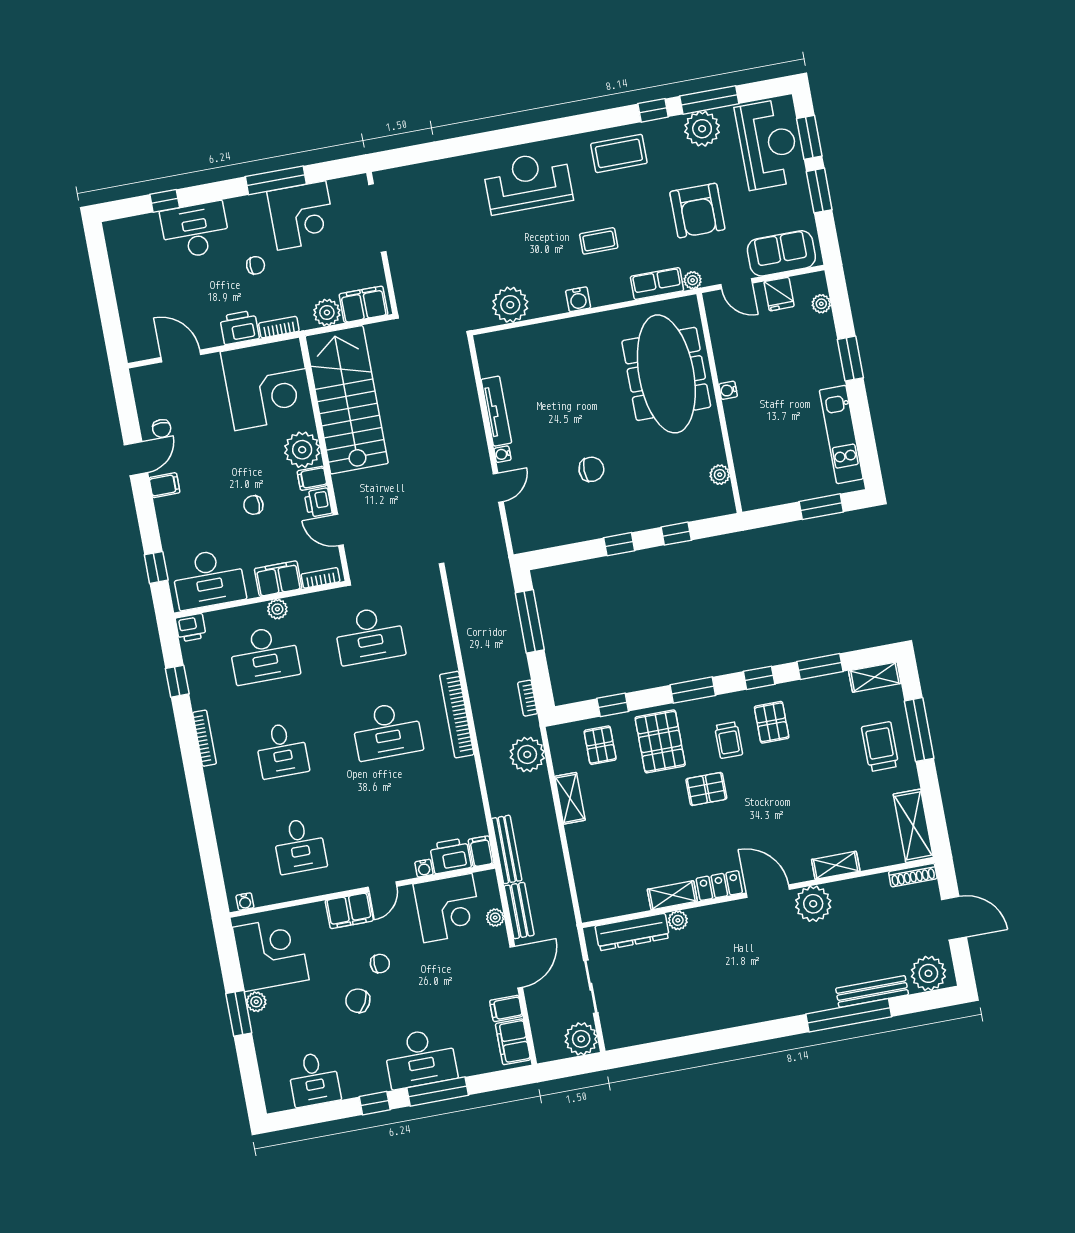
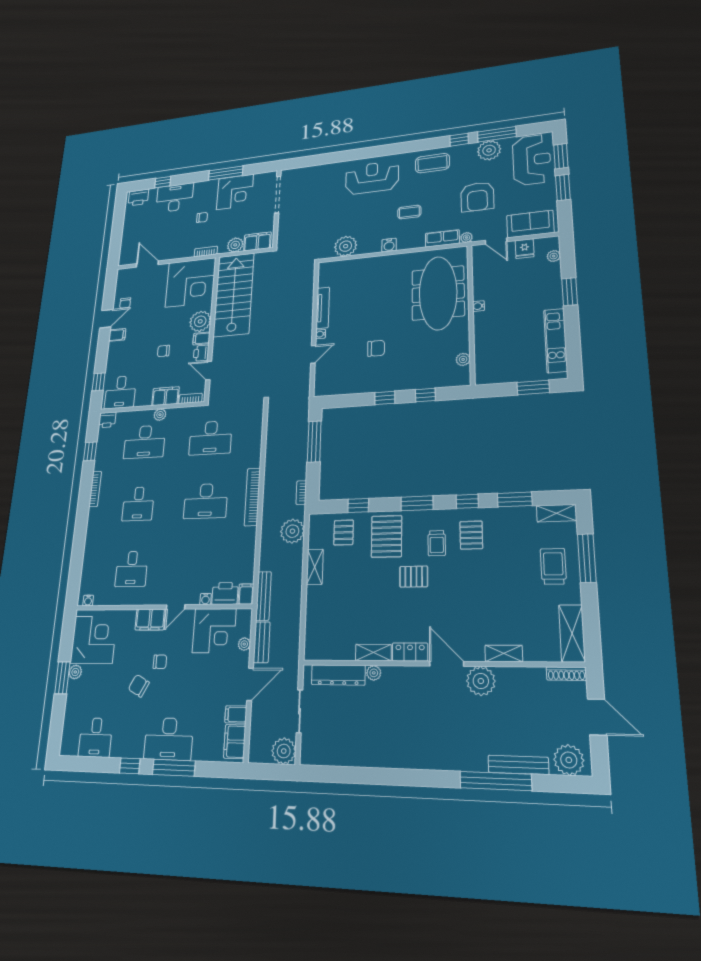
printer: (239, 327) -> (138, 197), moved, turned 180
desk: (209, 579) -> (120, 392), width x0.73

